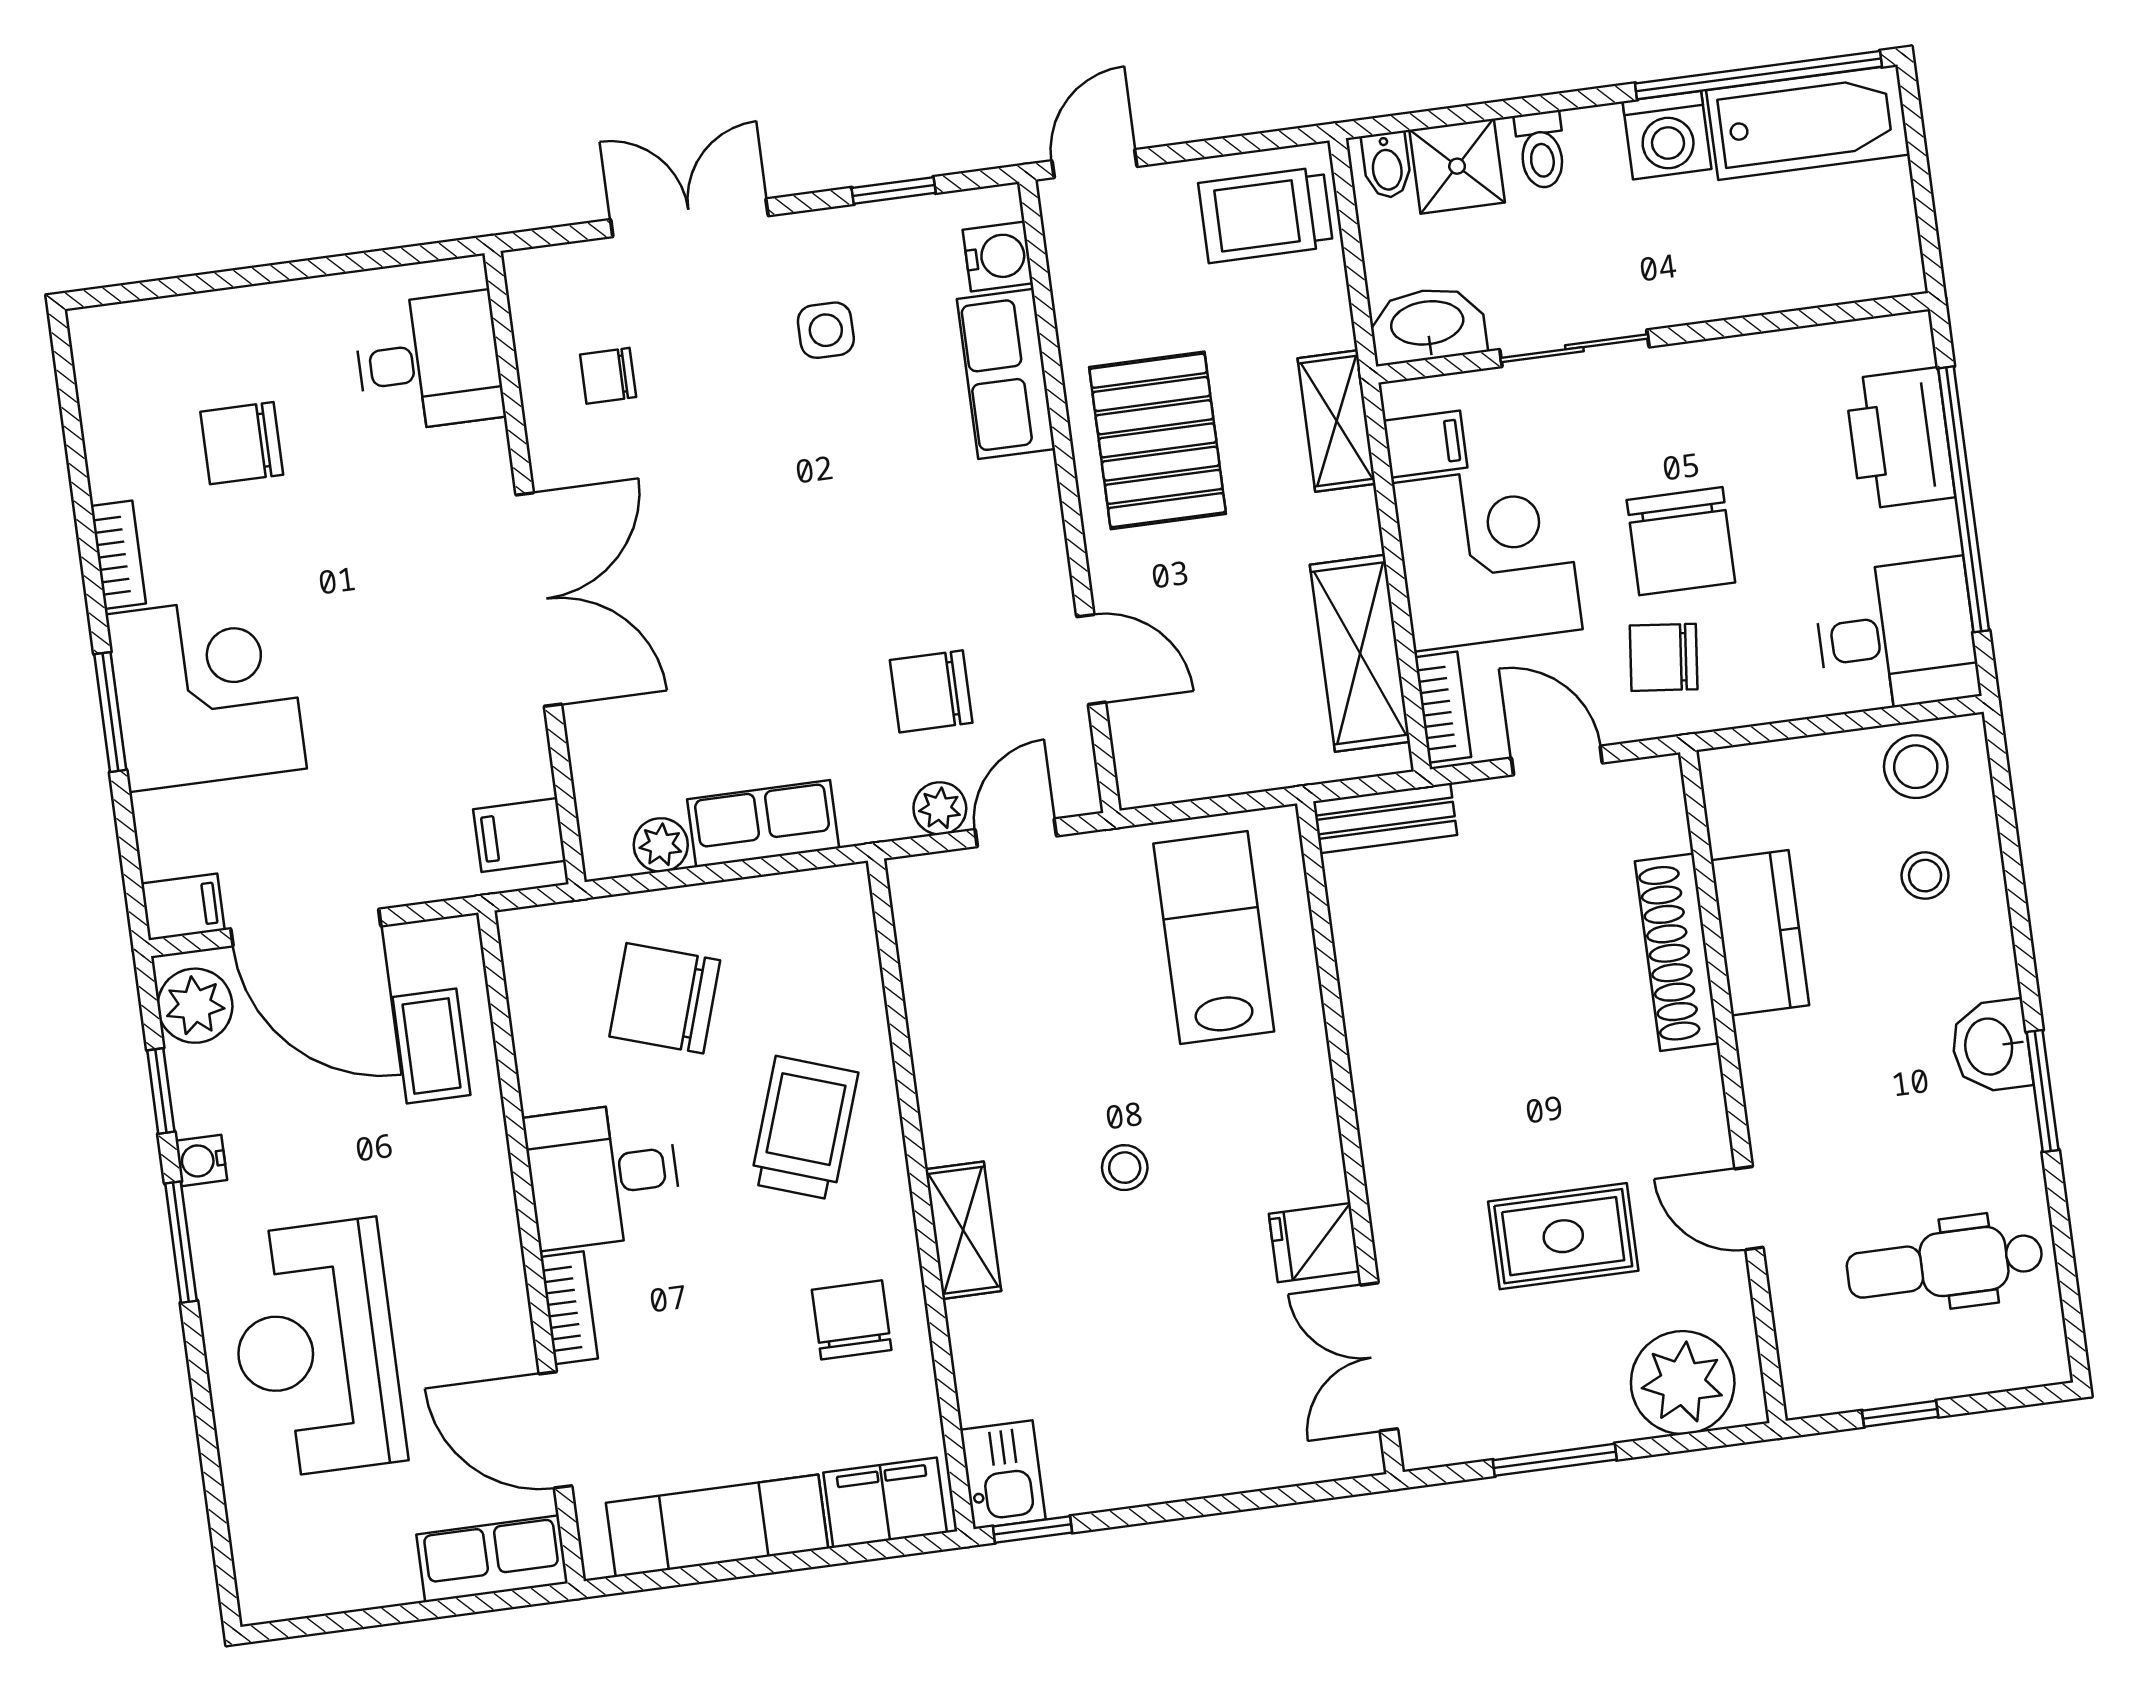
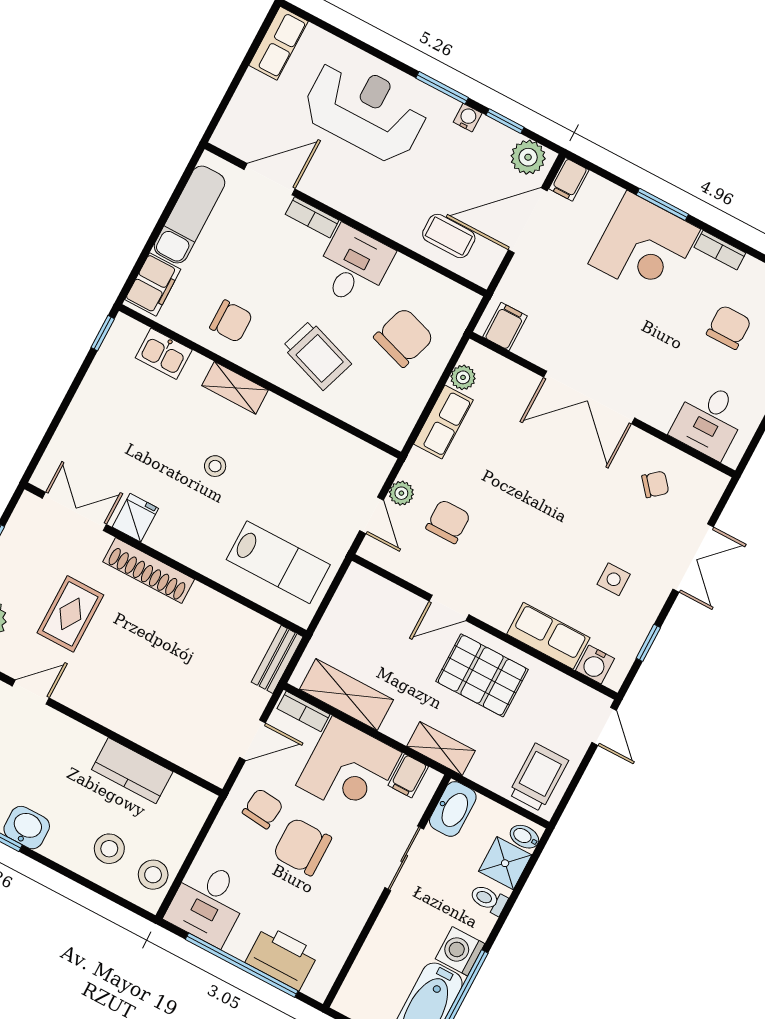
chair: (608, 376) -> (655, 484), turned 50
door: (1091, 659) -> (449, 608), moved
stool: (1925, 876) -> (109, 849), width x1.37, depth x1.37
shoe rack: (1677, 952) -> (149, 571), moved, turned 180
kitchen sink: (1003, 1475) -> (164, 354), moved
row of seats: (492, 1559) -> (279, 43), moved

